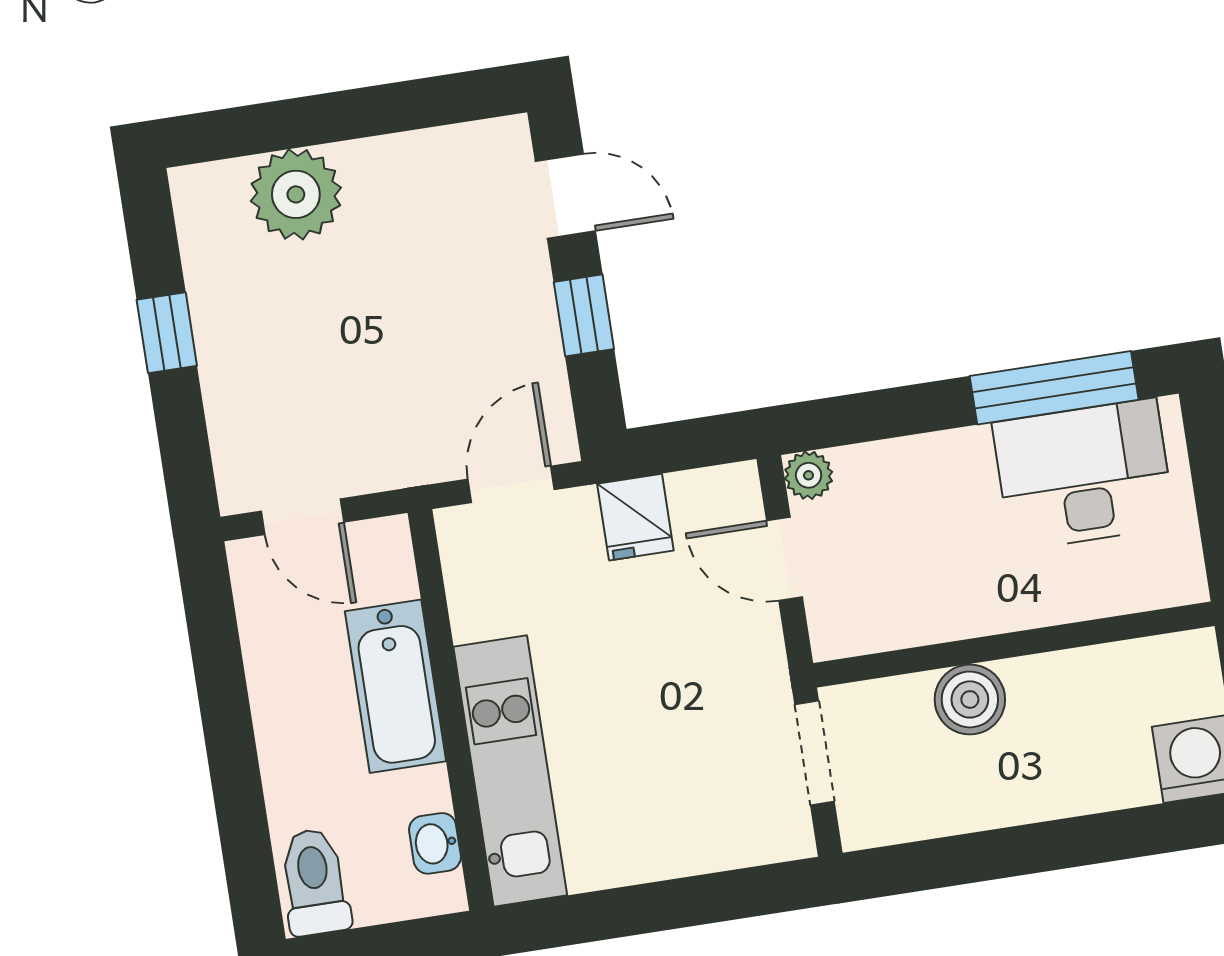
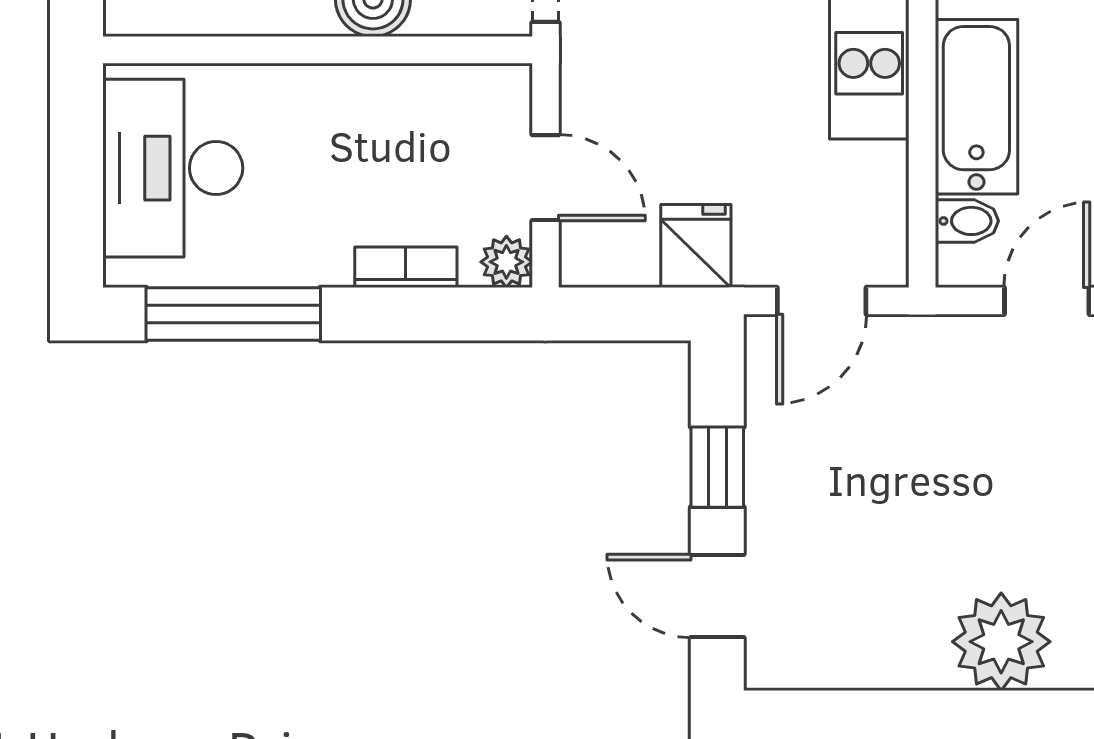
bookcase: (901, 456) -> (406, 267), added
desk: (1084, 475) -> (173, 168), moved, turned 90
door: (303, 517) -> (1047, 301), hinge flipped
bidet: (388, 579) -> (967, 221), added

